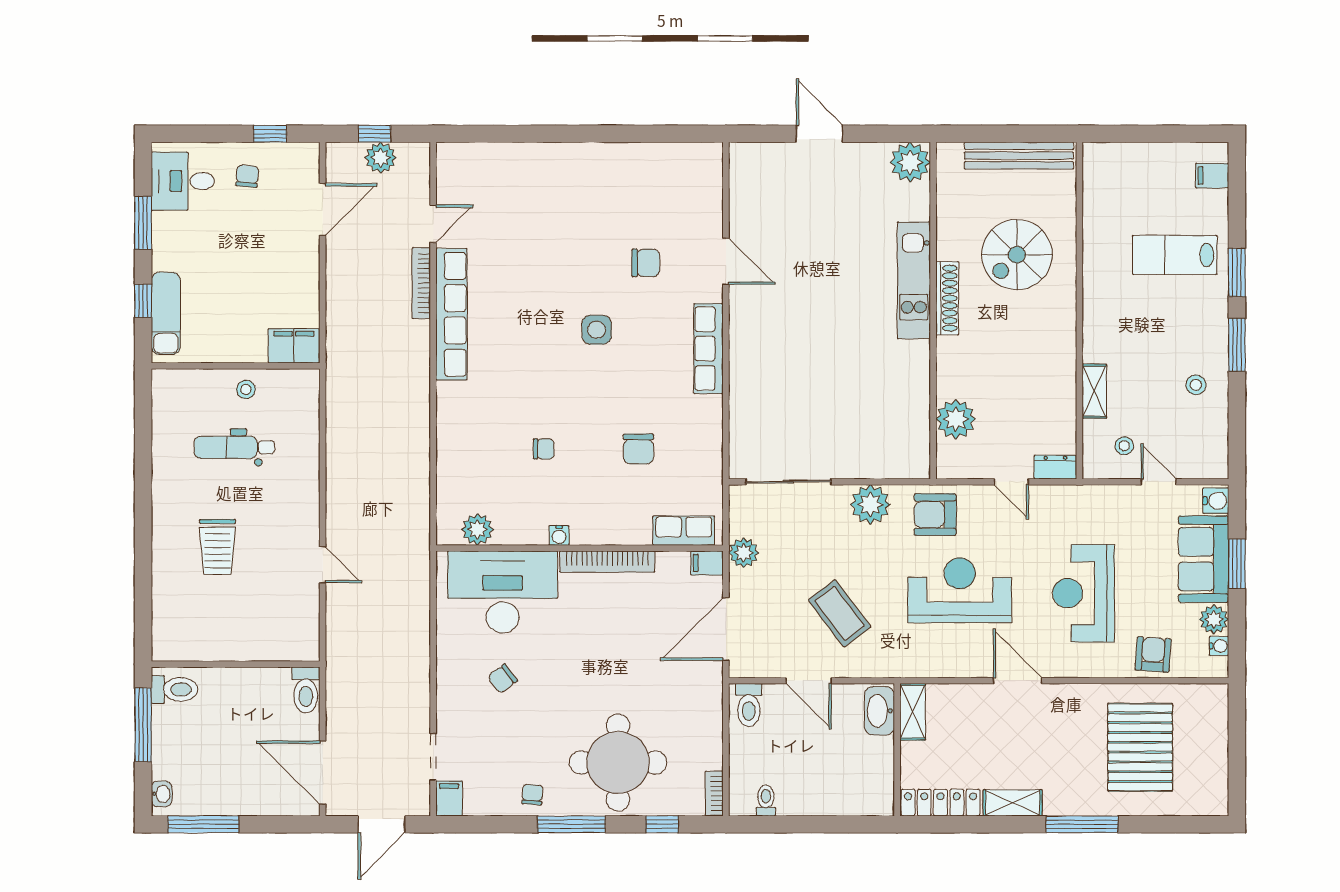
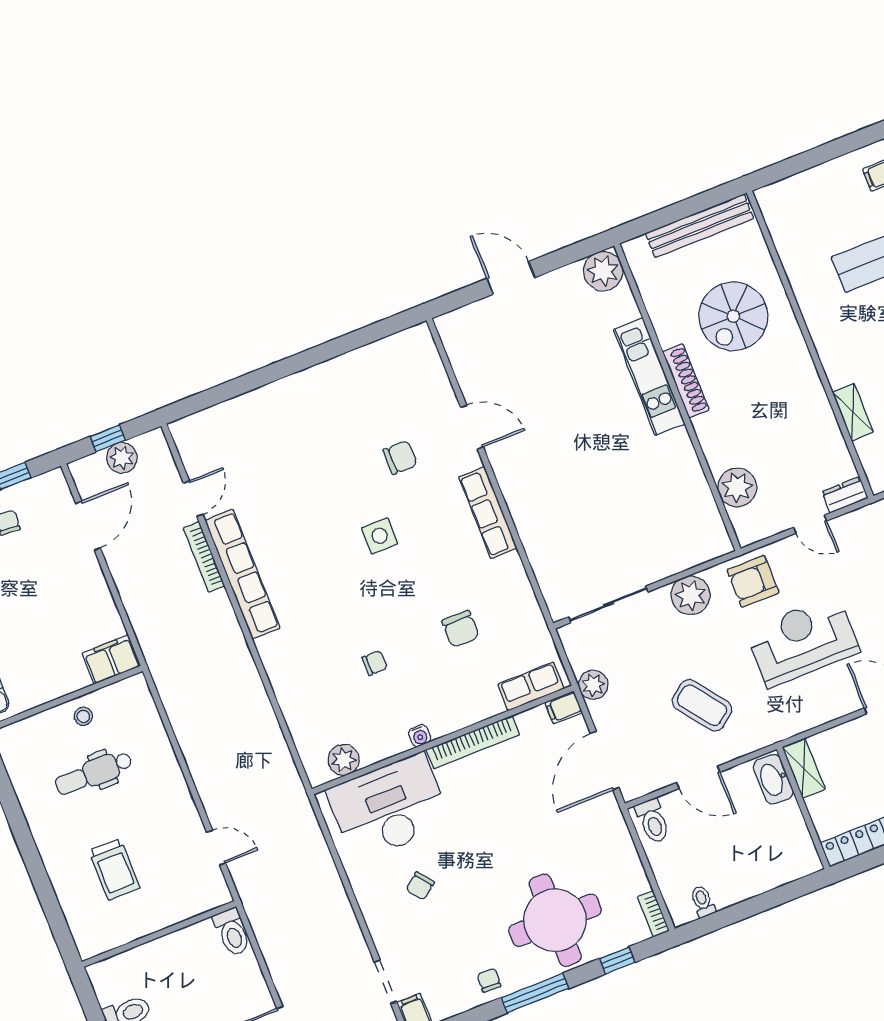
wall: (236, 664) -> (159, 934), moved
toilet: (306, 690) -> (232, 932), moved

